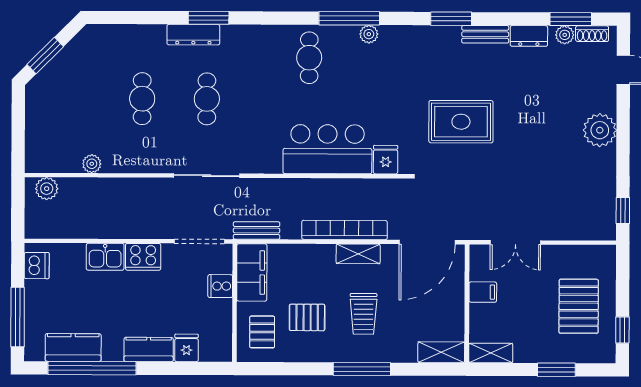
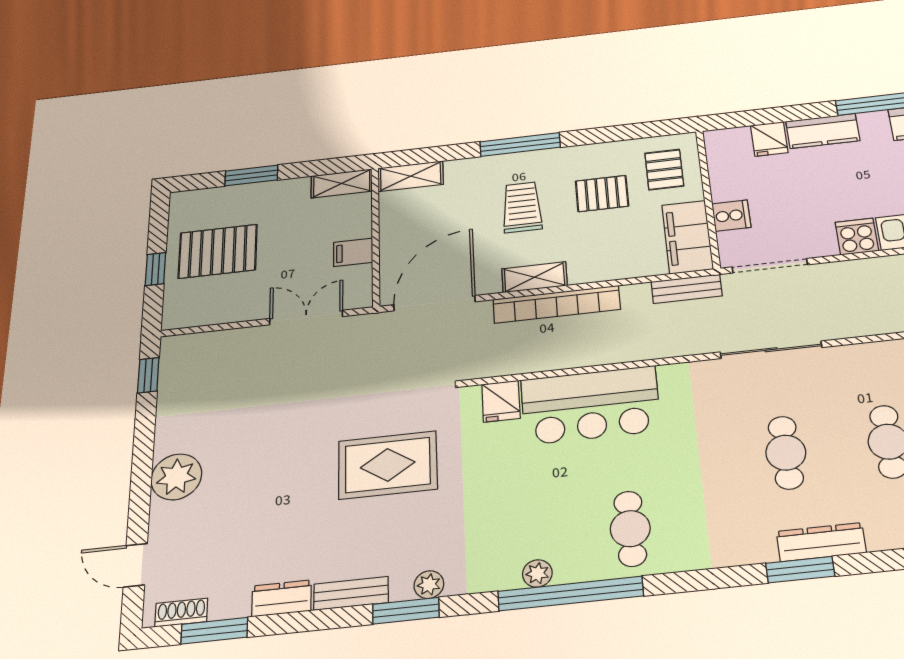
window: (349, 18) -> (570, 594), width x1.46
plant: (565, 35) -> (429, 585), moved
cooker: (143, 257) -> (857, 237), width x0.73
pallet: (579, 306) -> (218, 251), turned 90
window: (622, 330) -> (155, 269), moved

